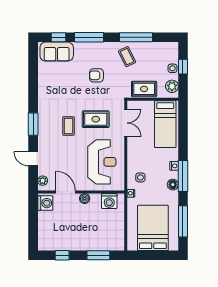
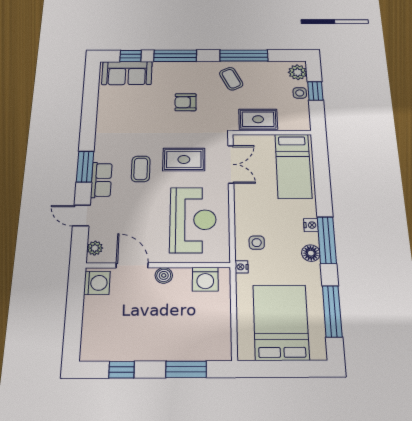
plant: (172, 86) -> (298, 72), moved
row of seats: (44, 134) -> (101, 180), added

